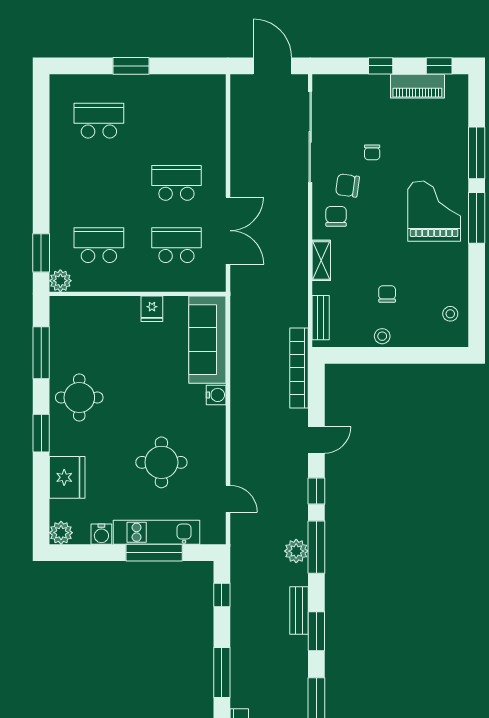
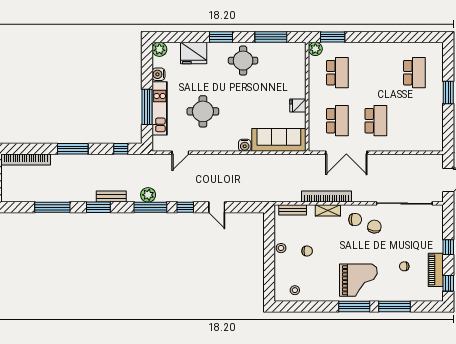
chair: (372, 152) -> (404, 266), moved
bookcase: (299, 368) -> (327, 197), moved

